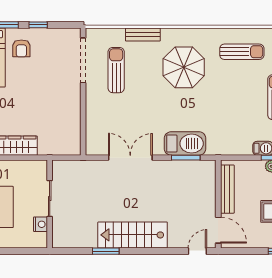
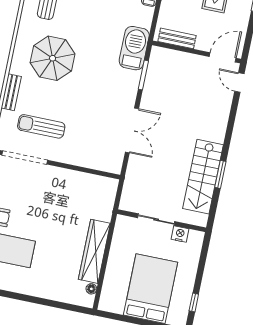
barbecue: (185, 144) -> (134, 48), moved
double door: (130, 158) -> (132, 130), swing flipped
bench: (227, 189) -> (177, 38), width x0.73
stairs: (133, 235) -> (203, 177), moved

